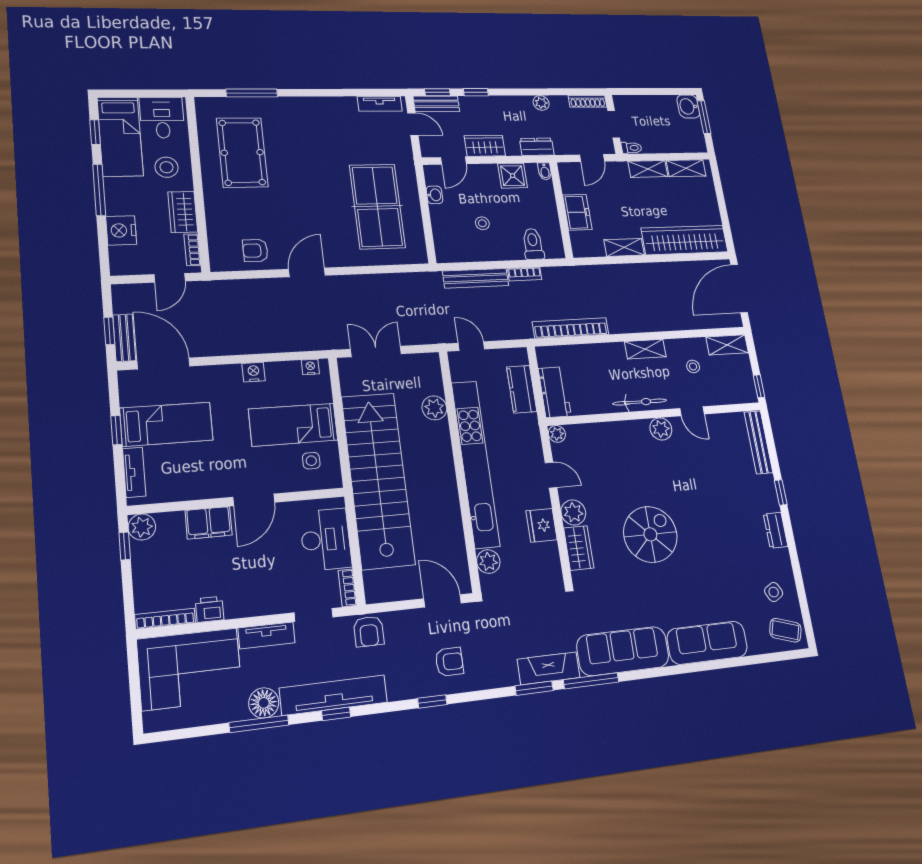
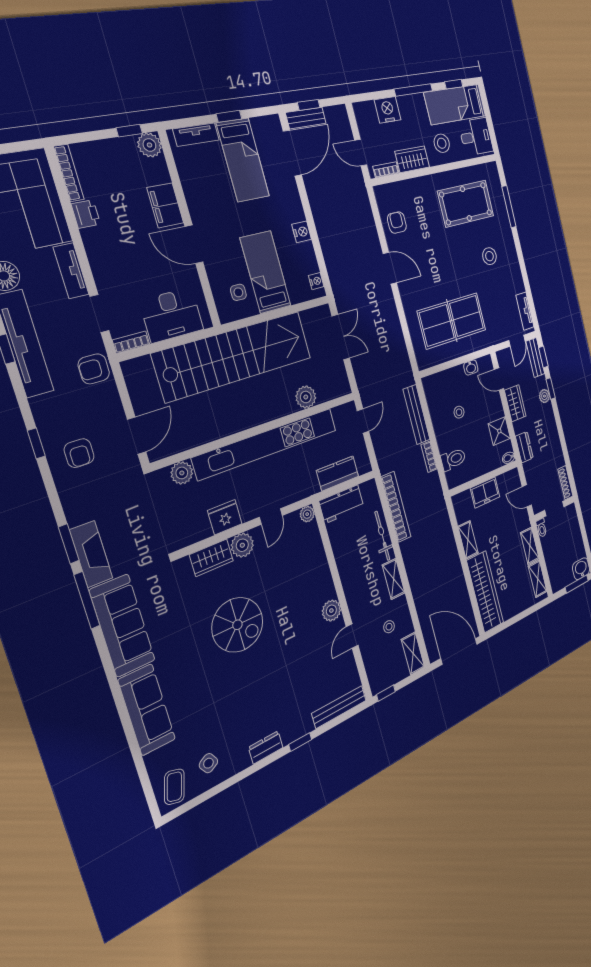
plant: (541, 103) -> (544, 396), moved
stool: (308, 136) -> (489, 256), added
bicycle: (640, 402) -> (382, 536), moved, turned 180

